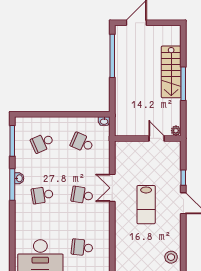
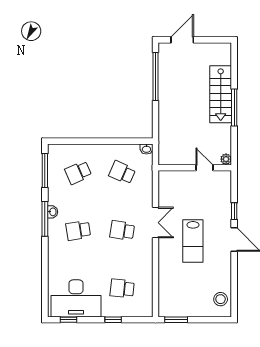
double door: (112, 188) -> (155, 223), swing flipped

